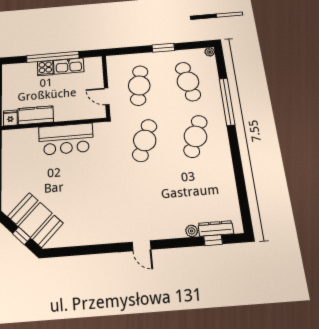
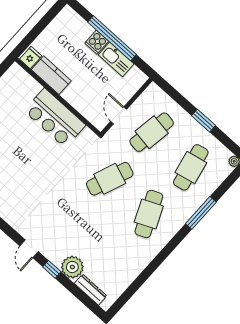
window: (227, 102) -> (201, 213), width x0.68
cafe table: (195, 136) -> (149, 214), turned -45
plant: (192, 231) -> (72, 267), width x1.87, depth x1.87
window: (213, 240) -> (52, 269), moved

